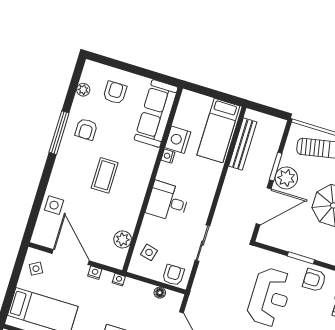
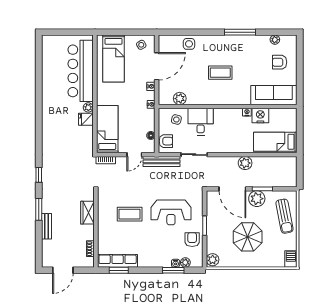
armchair: (115, 93) -> (280, 62), turned 180
armchair: (86, 129) -> (248, 50), removed
bench: (243, 144) -> (161, 161), moved
plant: (234, 179) -> (245, 163), added
desk: (168, 202) -> (201, 122), moved

